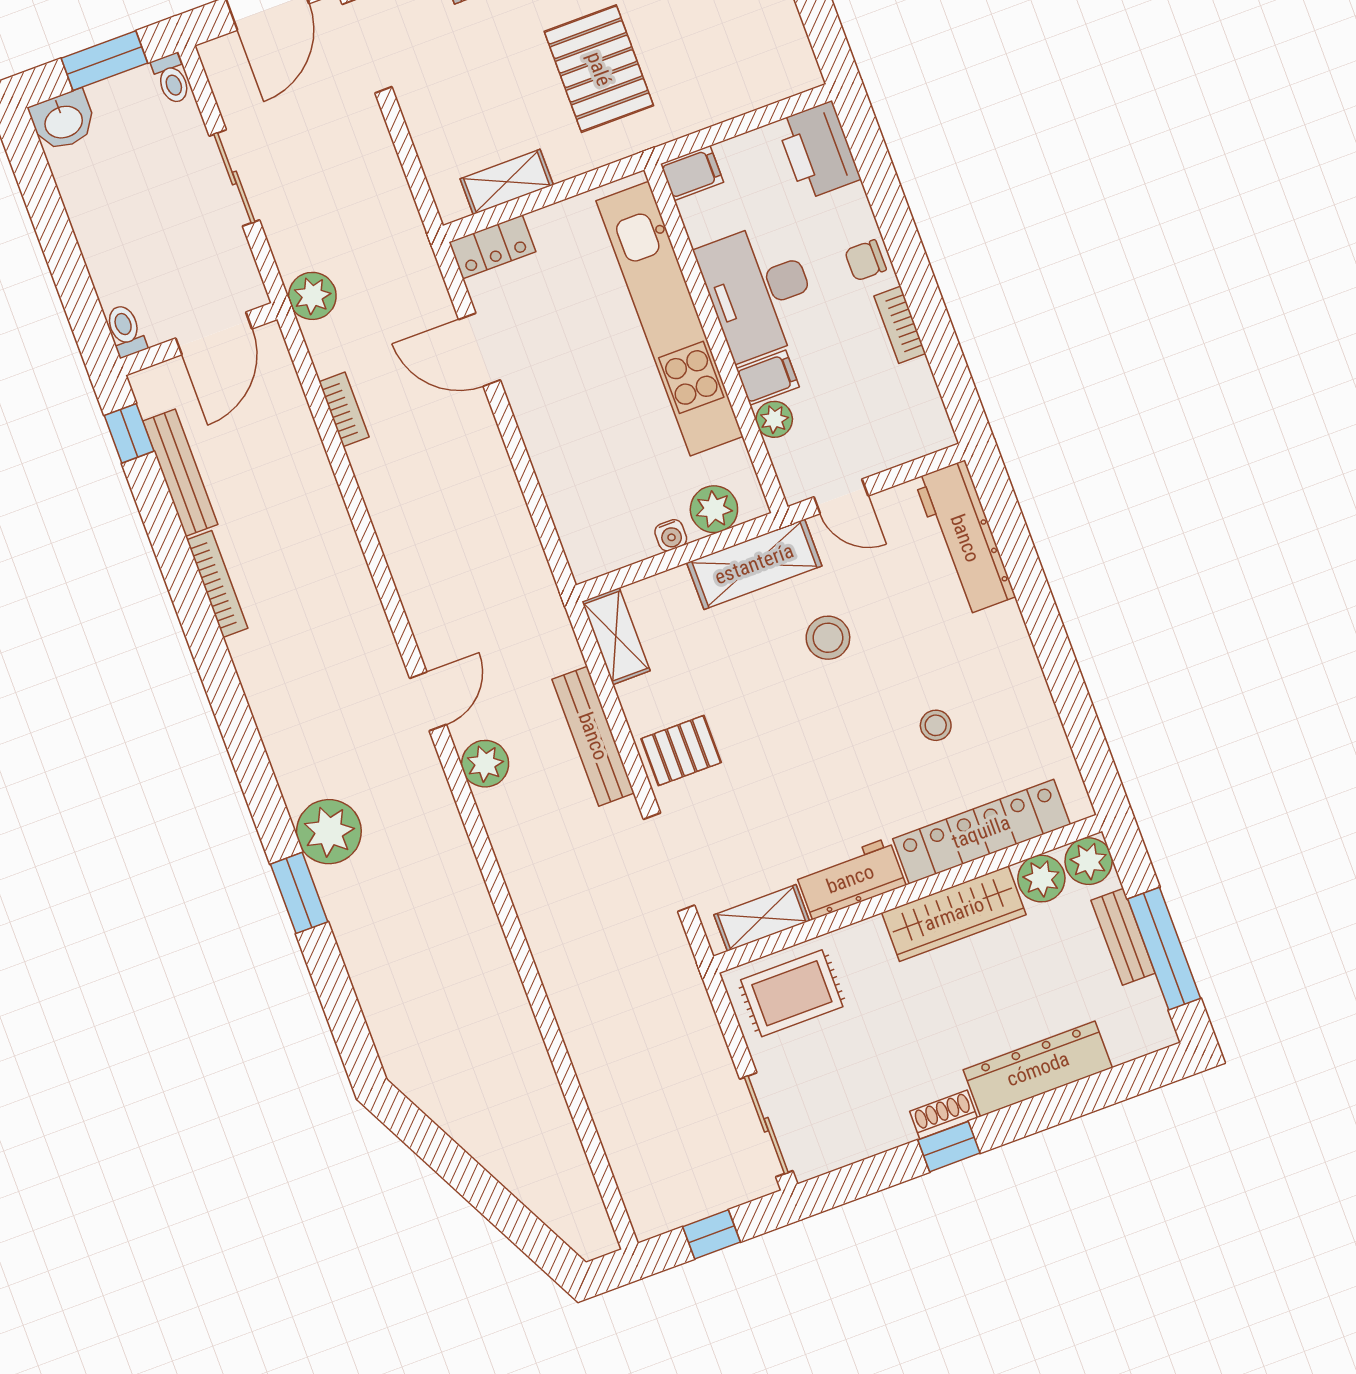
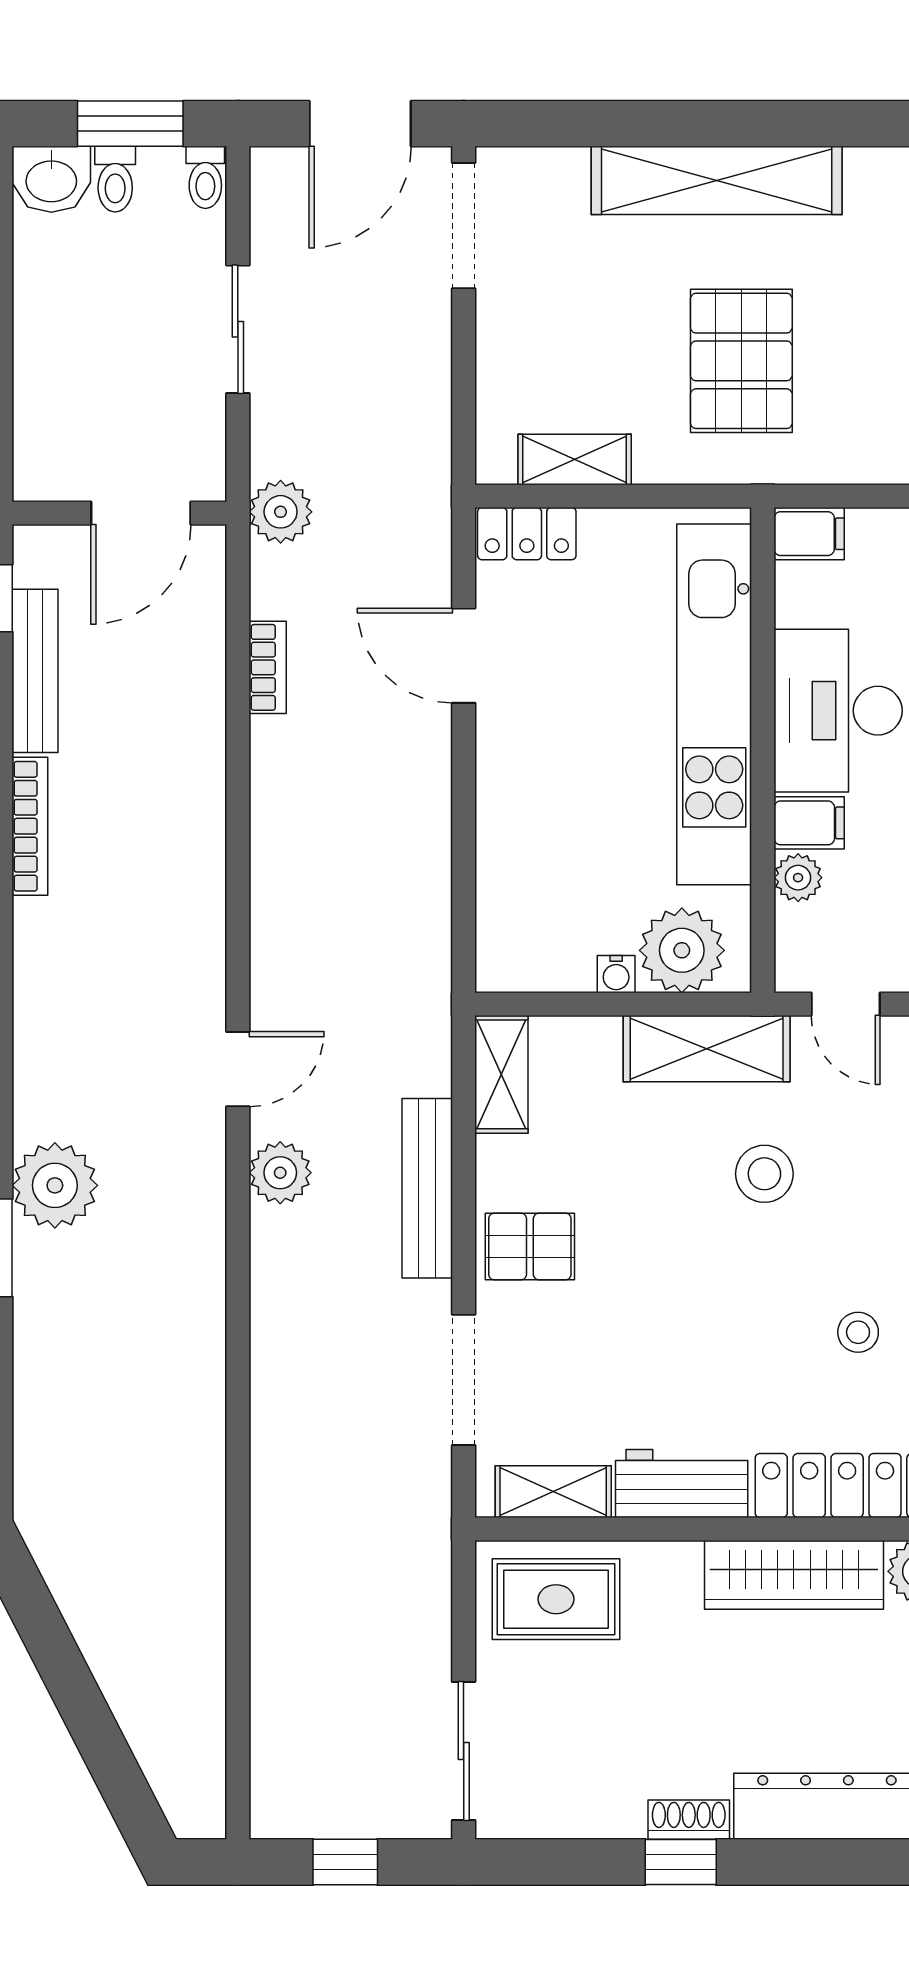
toilet: (125, 331) -> (115, 179), moved, turned 180
plant: (714, 509) -> (682, 950), width x1.36, depth x1.36

